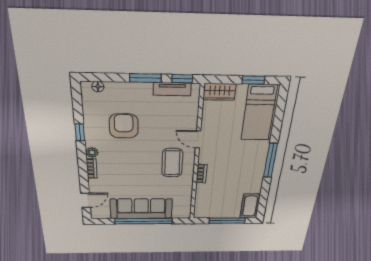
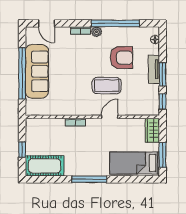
window: (253, 80) -> (163, 155), width x1.50
tv unit: (172, 89) -> (154, 69), moved
window: (80, 132) -> (115, 23), width x3.17
coffee table: (172, 163) -> (107, 86), moved
cot: (250, 206) -> (45, 166), width x1.37, depth x1.34
window: (227, 221) -> (22, 150), width x0.46

